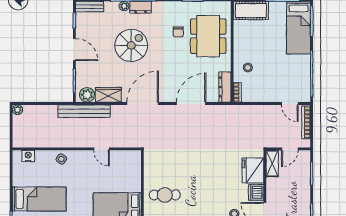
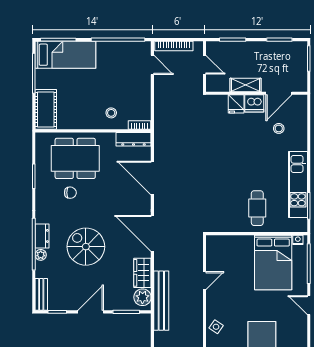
door: (290, 104) -> (152, 65), hinge flipped
shelving: (272, 164) -> (245, 85), moved
fridge: (253, 170) -> (236, 104), width x0.53, depth x0.75

